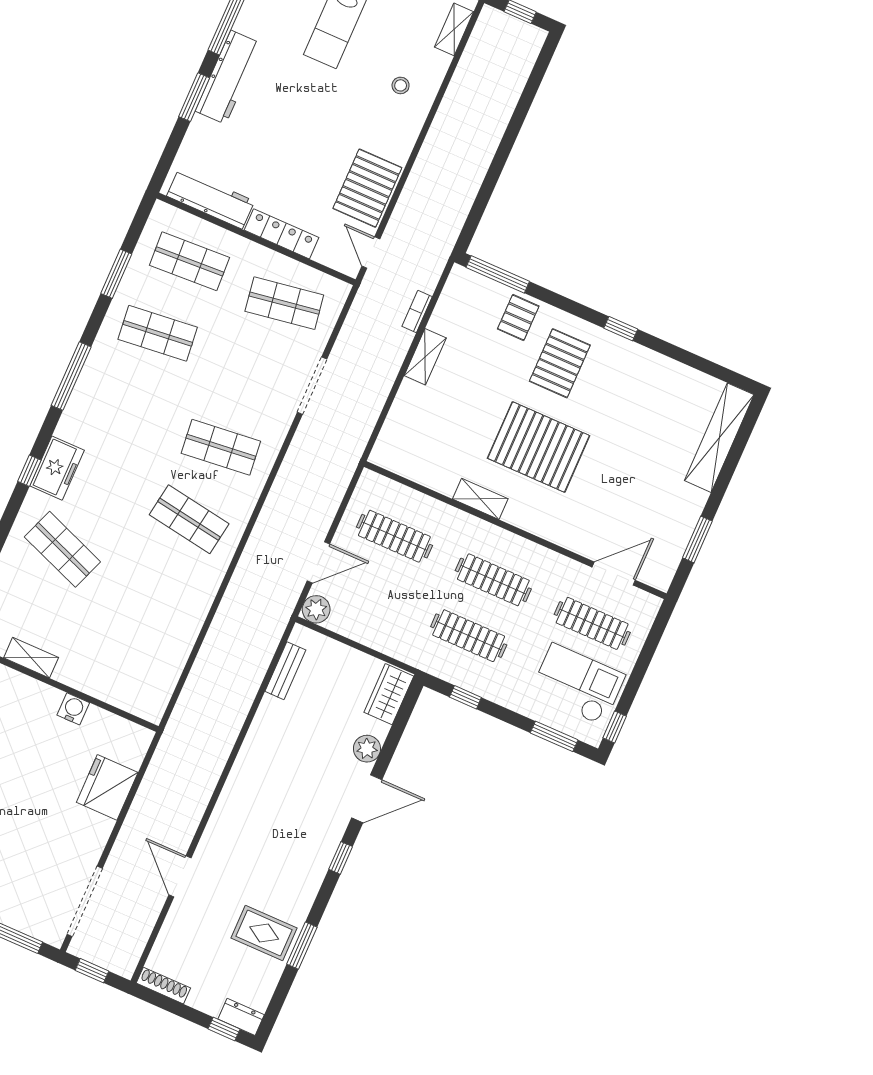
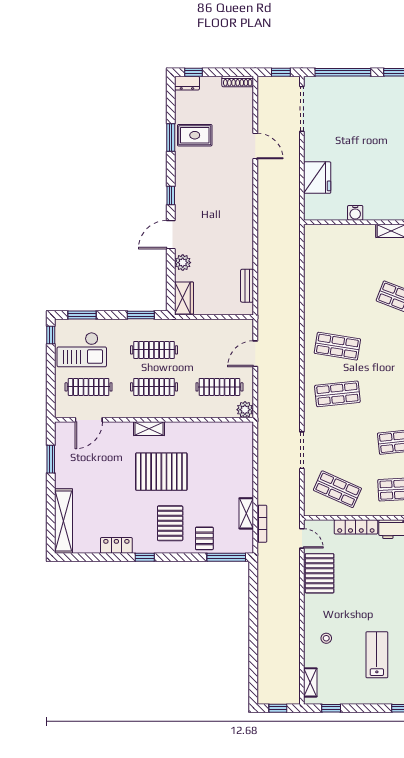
shop shelf: (284, 303) -> (337, 489), turned 33
bookcase: (417, 311) -> (262, 524), width x1.56
shelving: (425, 357) -> (246, 513), moved
locker: (656, 366) -> (116, 545), added
shelving: (480, 499) -> (149, 429), moved
plant: (316, 609) -> (245, 410), moved
window: (465, 697) -> (141, 315), width x1.50

